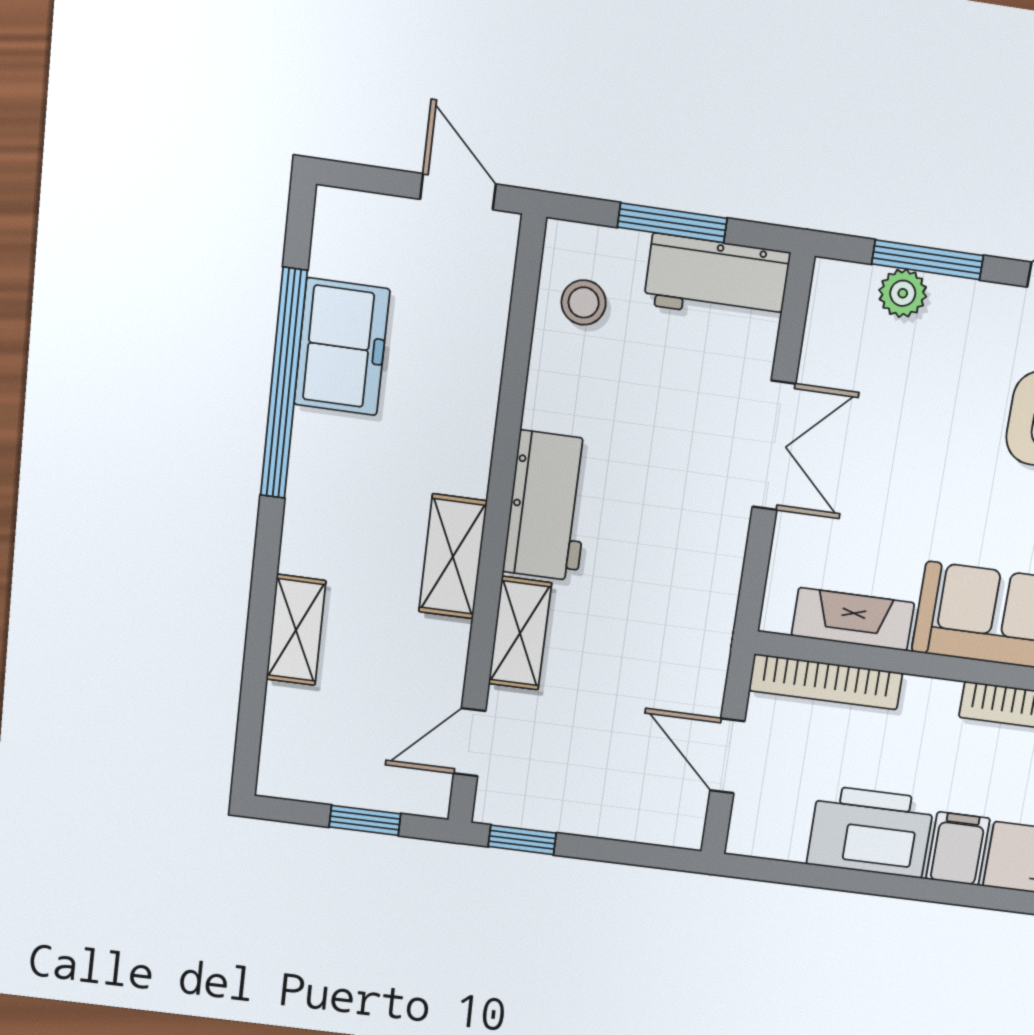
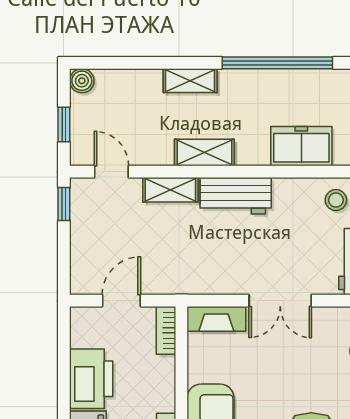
freezer: (342, 347) -> (301, 146), moved, turned 180
fireplace: (853, 619) -> (216, 319), moved, turned 90
shelving: (296, 630) -> (190, 81), moved
bookcase: (826, 682) -> (166, 330), width x0.64
boiler: (281, 776) -> (82, 81), added

